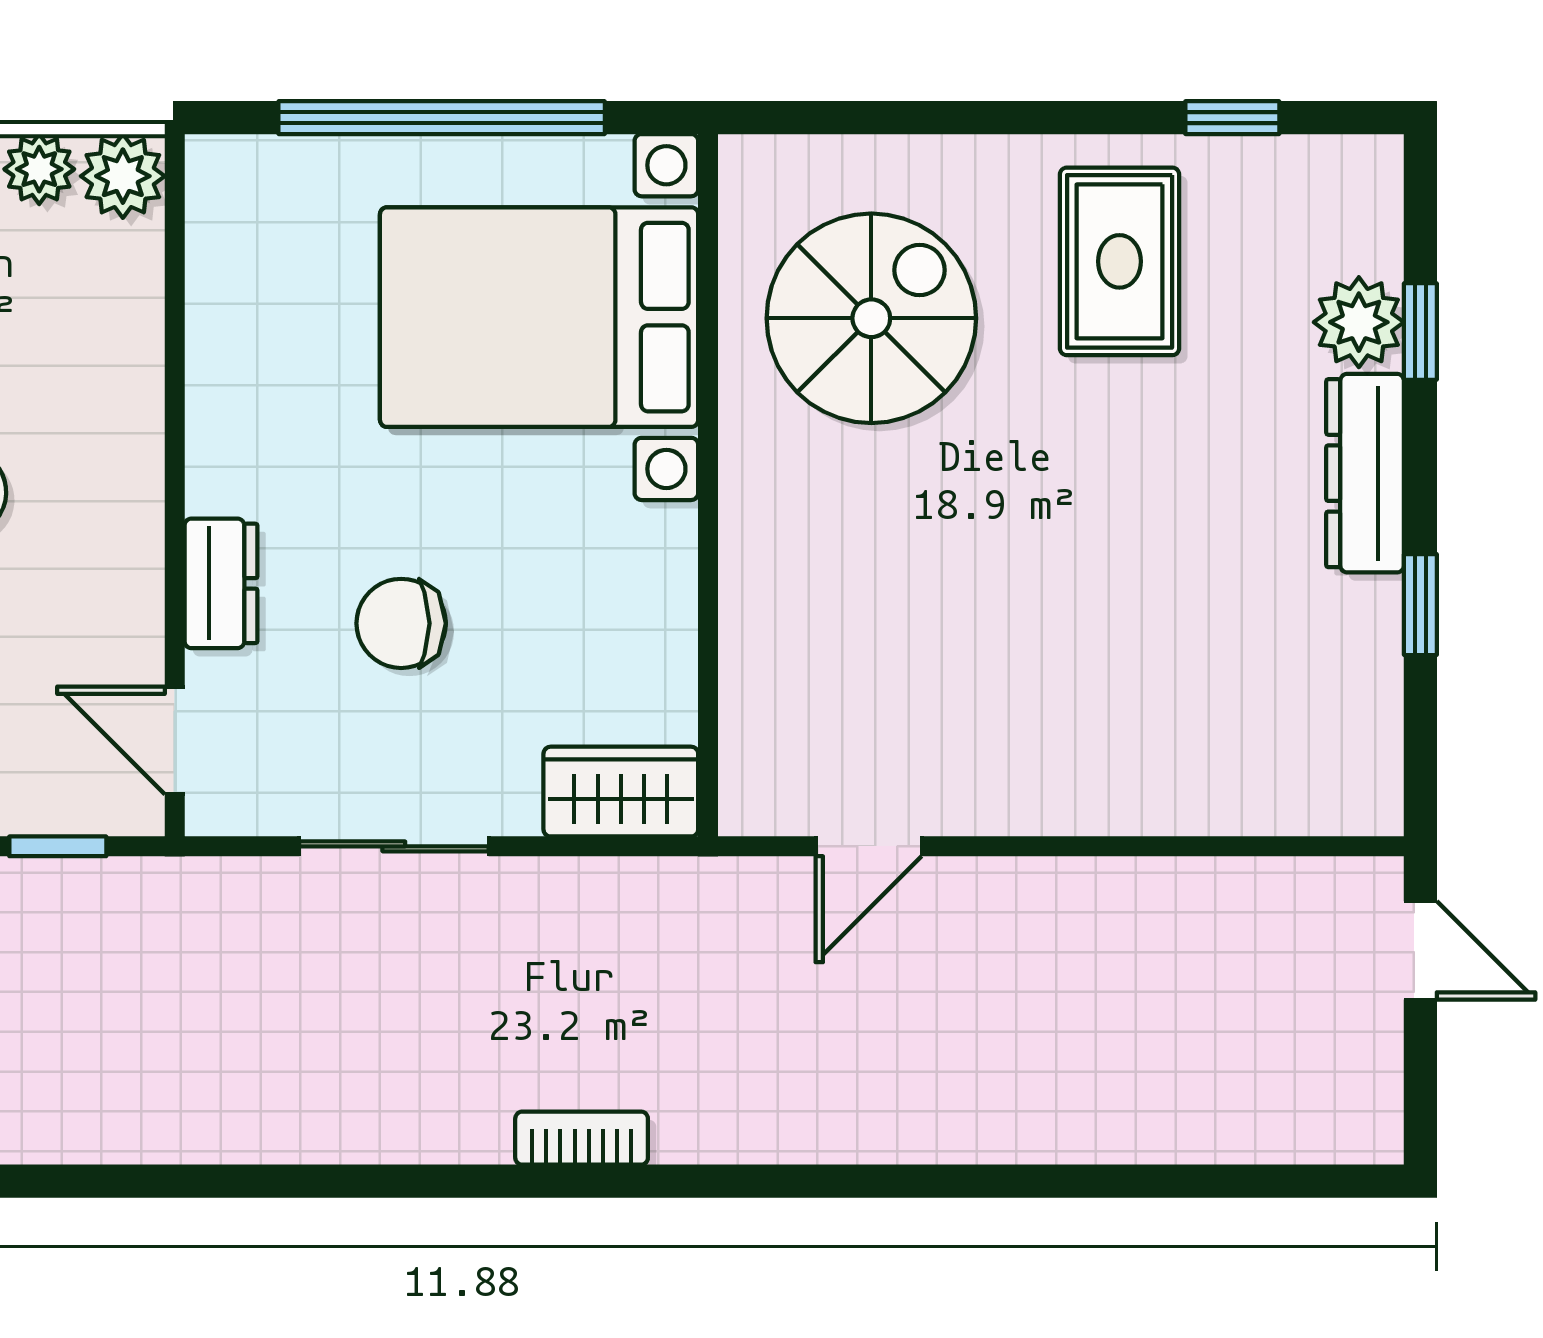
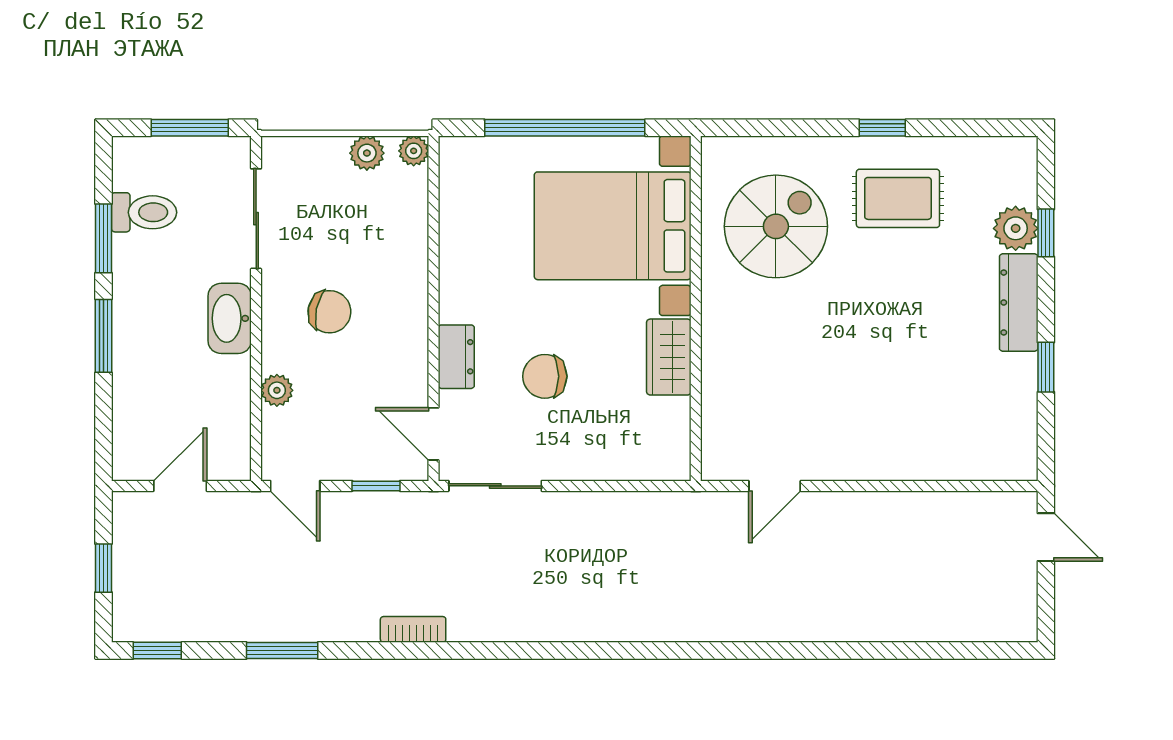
window: (1232, 118) -> (882, 128), moved
plant: (123, 176) -> (414, 151), width x0.73, depth x0.73
rug: (1120, 261) -> (898, 198), turned 90
wardrobe: (621, 792) -> (669, 357), moved, turned -90
sliding door: (394, 846) -> (495, 486), moved
bookcase: (582, 1138) -> (413, 629), moved

